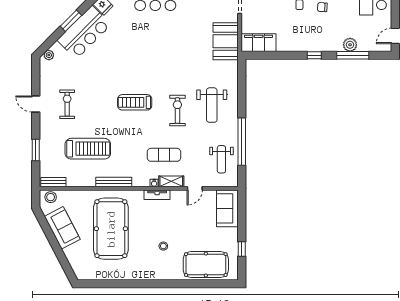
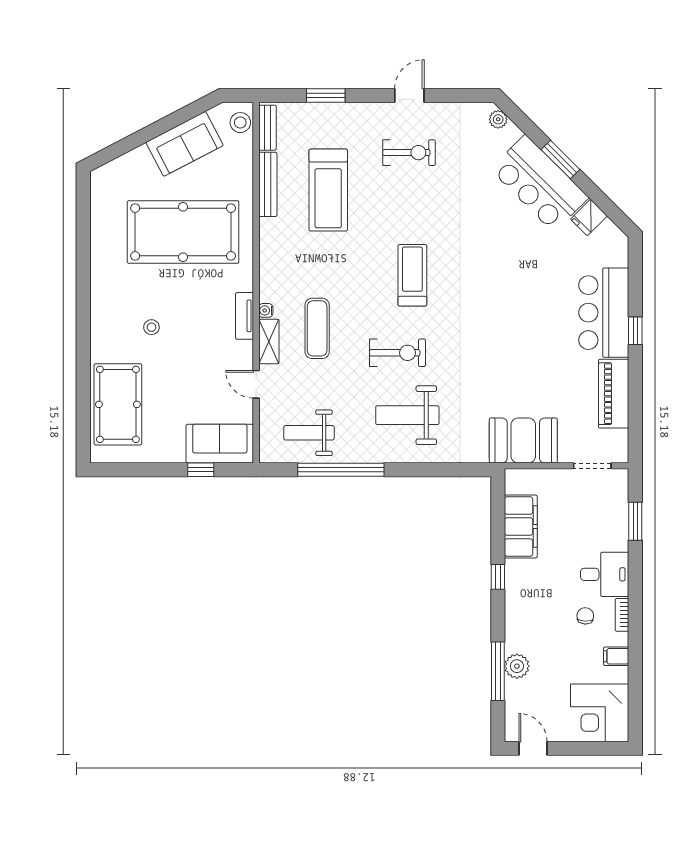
filing cabinet: (258, 43) -> (521, 527), moved
window: (314, 55) -> (498, 577), moved
bench: (114, 182) -> (268, 184), moved
window: (242, 249) -> (201, 470), moved

